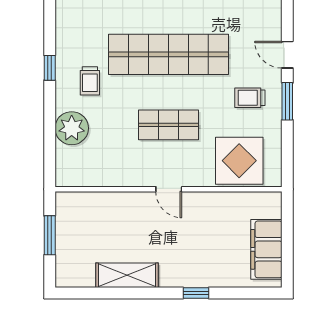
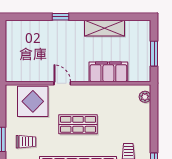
plant: (72, 128) -> (145, 97), moved, width x0.53, depth x0.53
door: (169, 189) -> (62, 83), moved
filing cabinet: (266, 249) -> (108, 72), moved, turned -90

